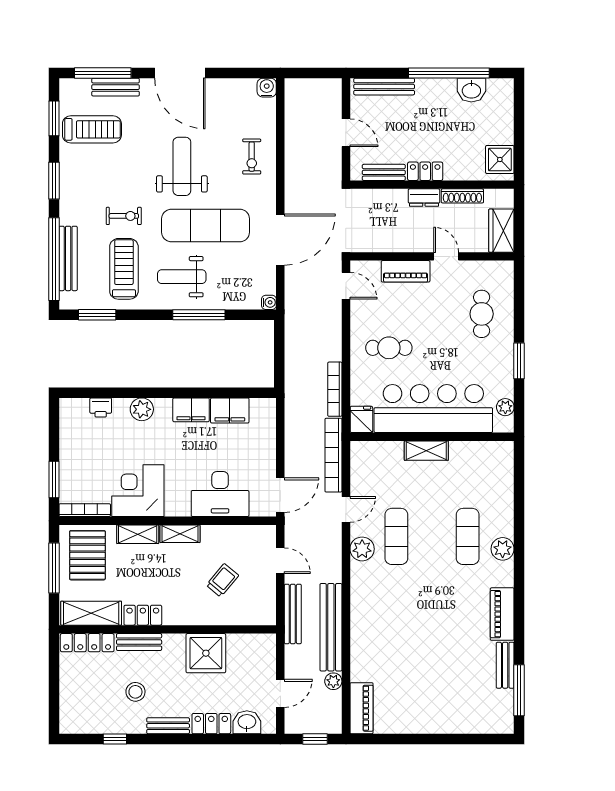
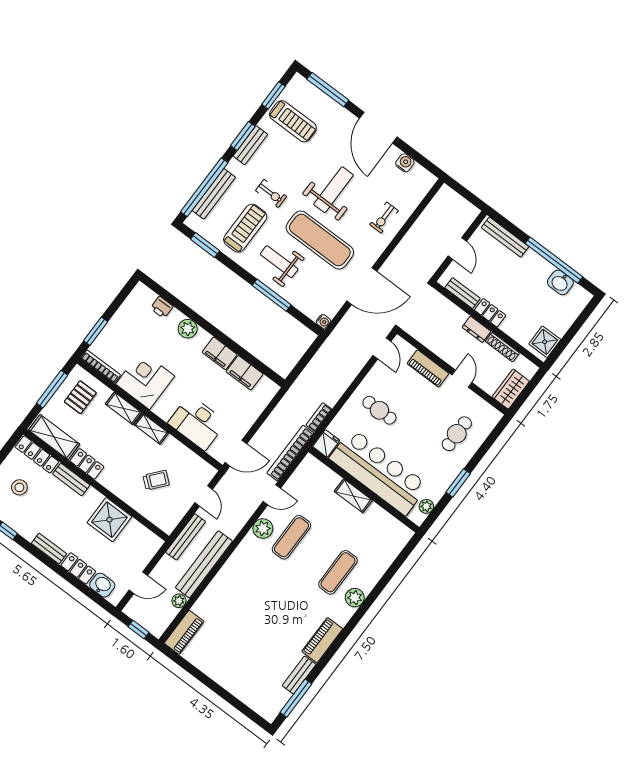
bench: (116, 87) -> (250, 145), moved, turned 90
water cooler: (267, 88) -> (405, 163), moved
bookcase: (335, 389) -> (319, 417), width x0.64
pallet: (87, 555) -> (80, 397), width x0.67, depth x0.71
stool: (135, 692) -> (19, 487), moved

